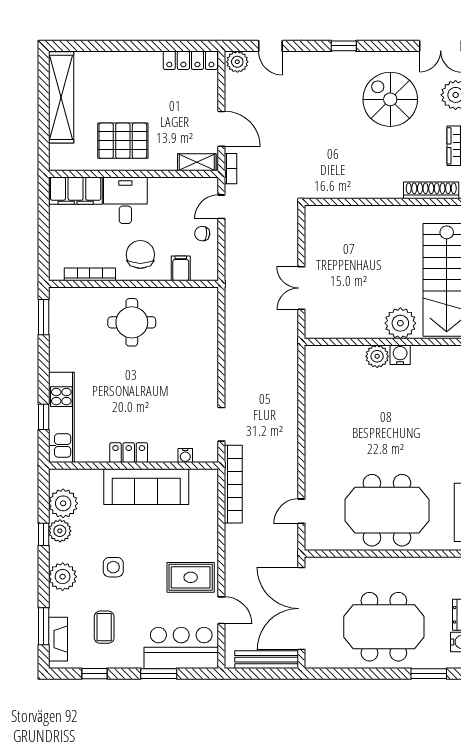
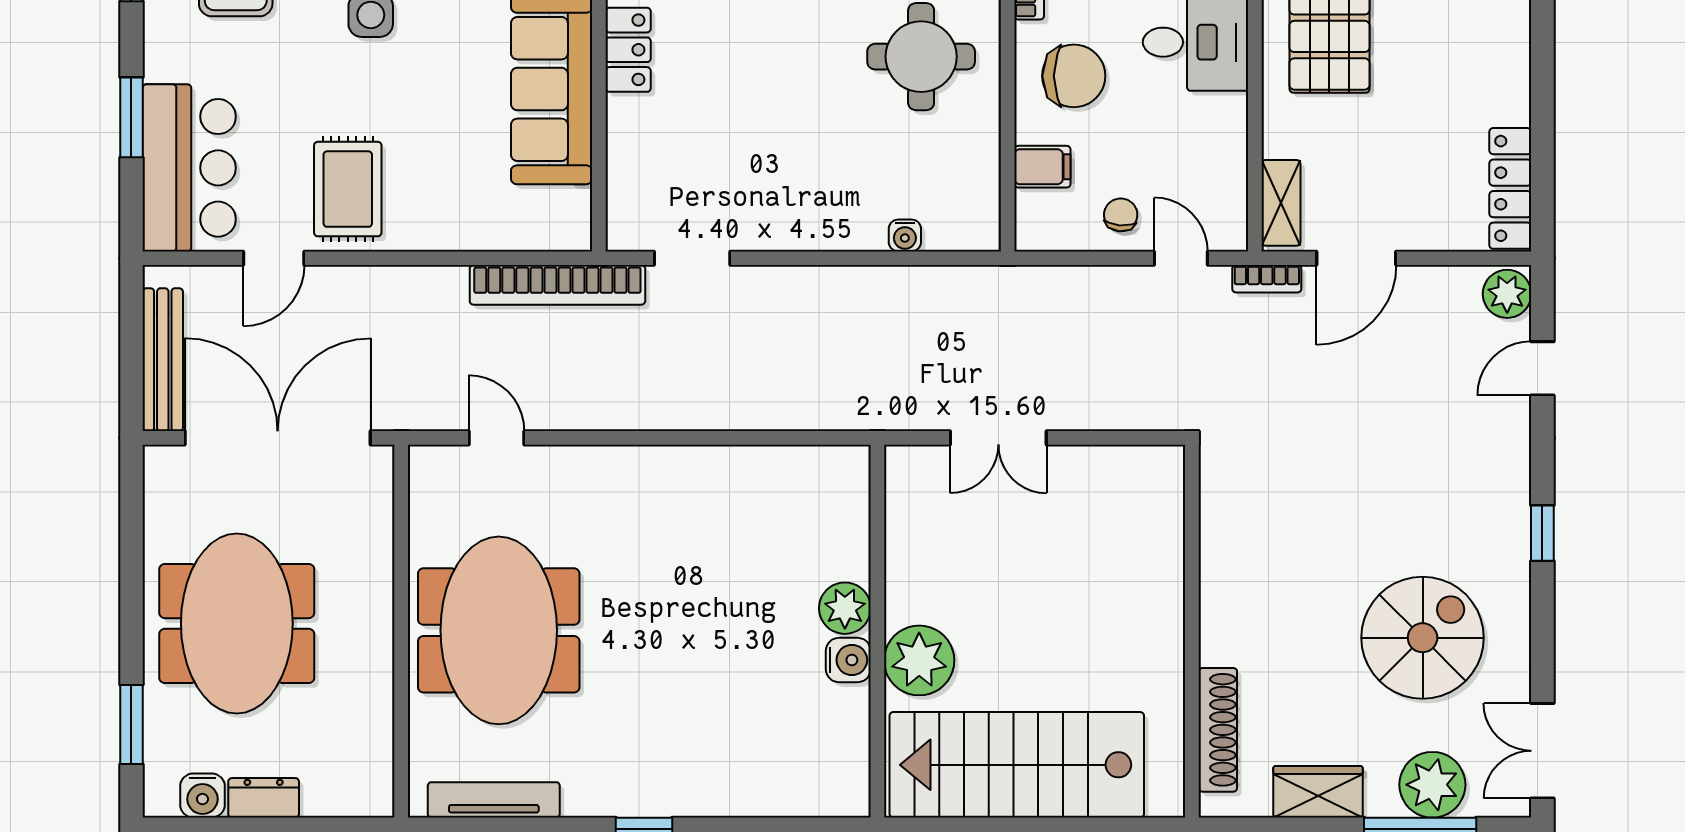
double door: (301, 288) -> (998, 438), swing flipped
water cooler: (185, 456) -> (905, 235), moved, turned -90

